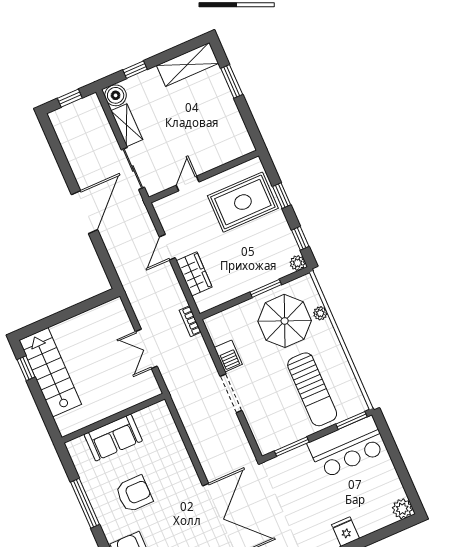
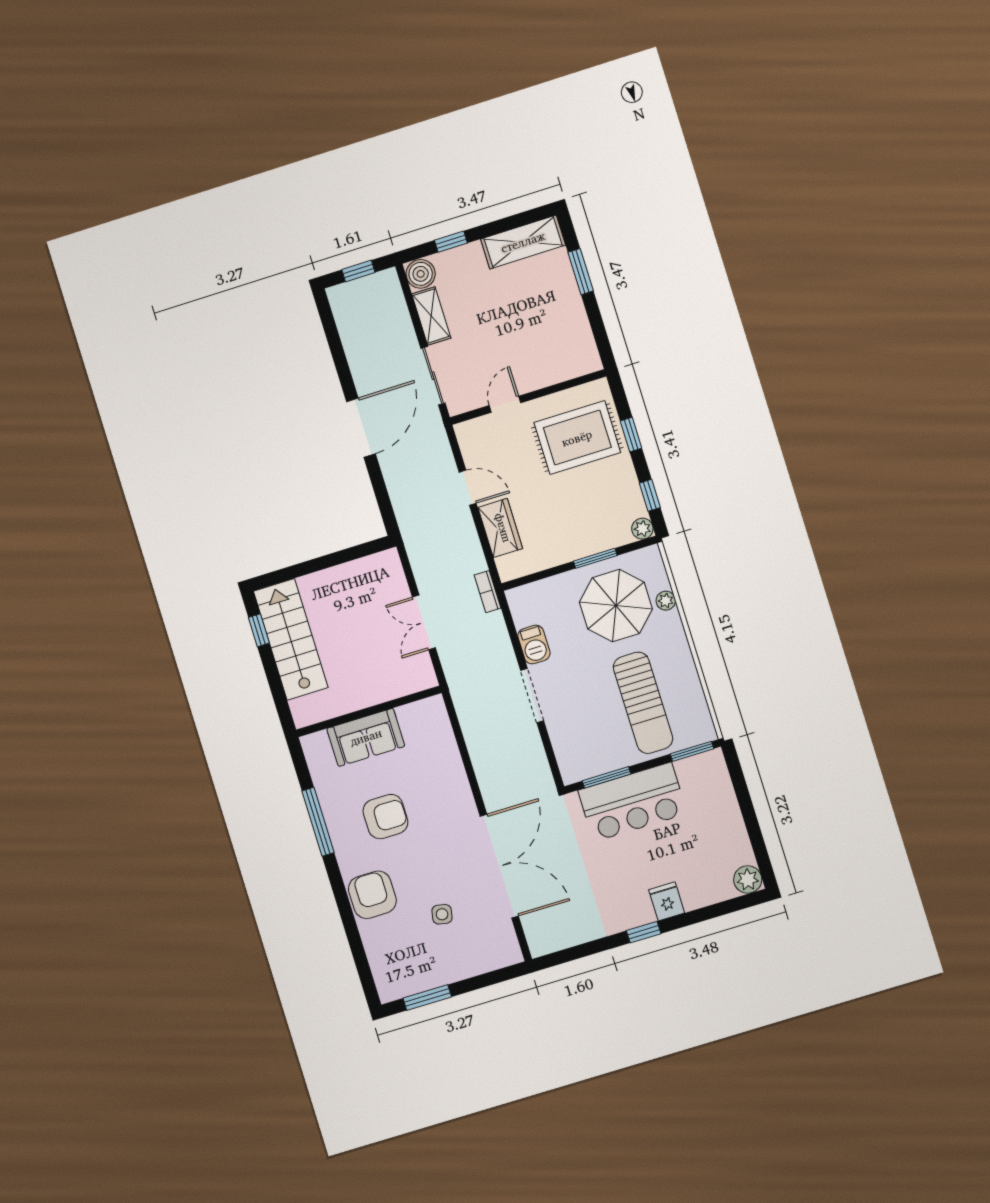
door: (167, 247) -> (468, 488), swing flipped
bar counter: (347, 447) -> (633, 802), moved

